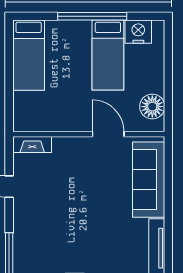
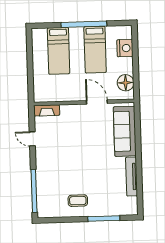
nightstand: (138, 32) -> (125, 48), moved, turned 90
bed: (29, 55) -> (59, 51), moved

